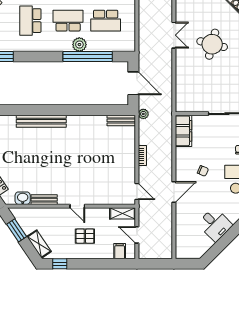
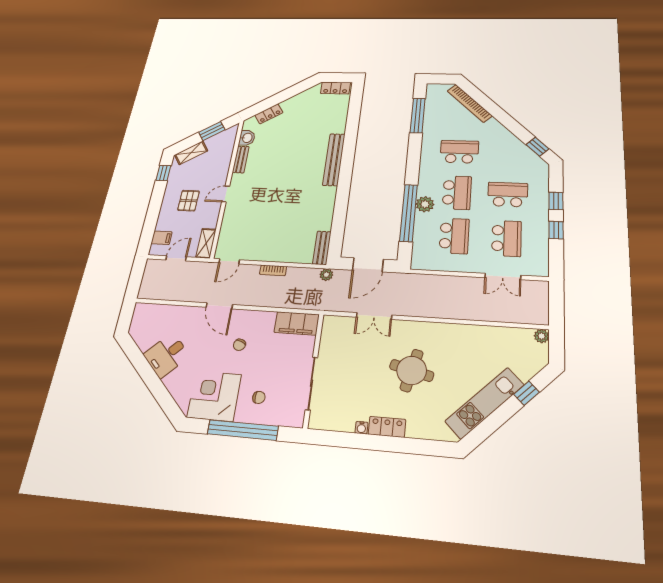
school desk: (106, 21) -> (454, 236), turned 180
double door: (174, 35) -> (374, 316), moved

